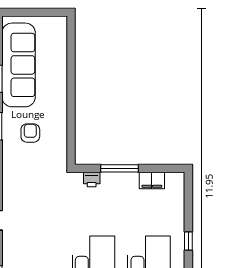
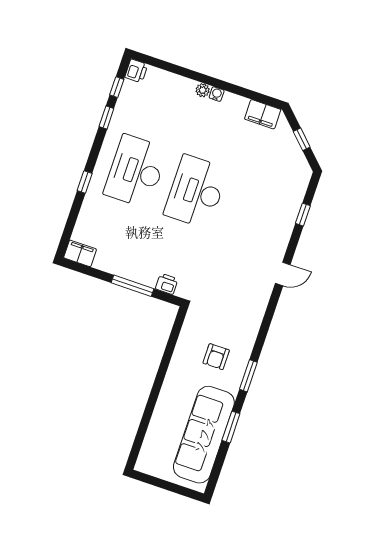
filing cabinet: (152, 180) -> (80, 253), moved

